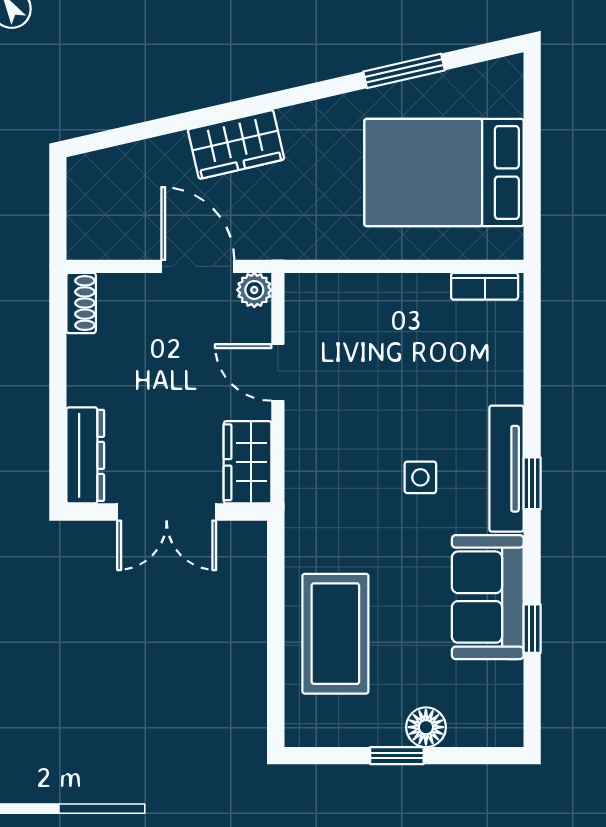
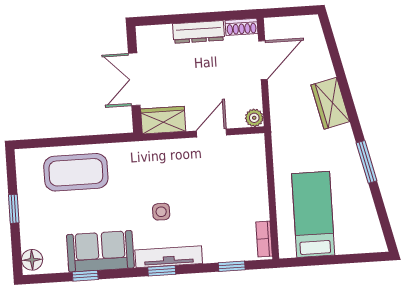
window: (404, 71) -> (367, 162), moved
bed: (444, 173) -> (313, 214), width x0.67
door: (198, 266) -> (263, 60), moved
window: (532, 351) -> (232, 266), added
dresser: (85, 455) -> (199, 32), moved
floor lamp: (426, 727) -> (32, 260), moved

